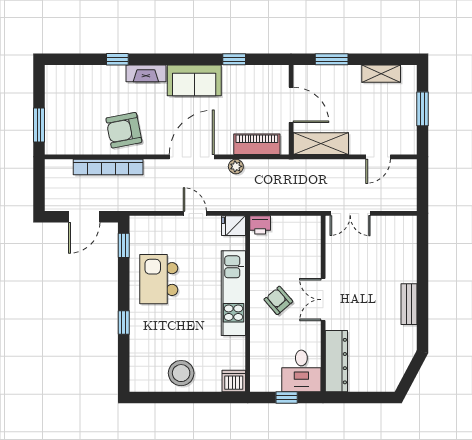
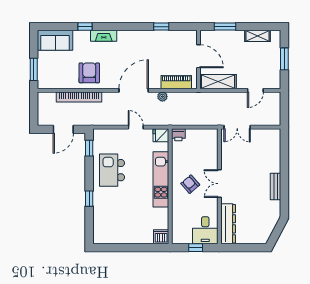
sofa: (194, 80) -> (55, 40), moved
armchair: (124, 130) -> (89, 73), turned 101
stool: (181, 373) -> (127, 232), removed

